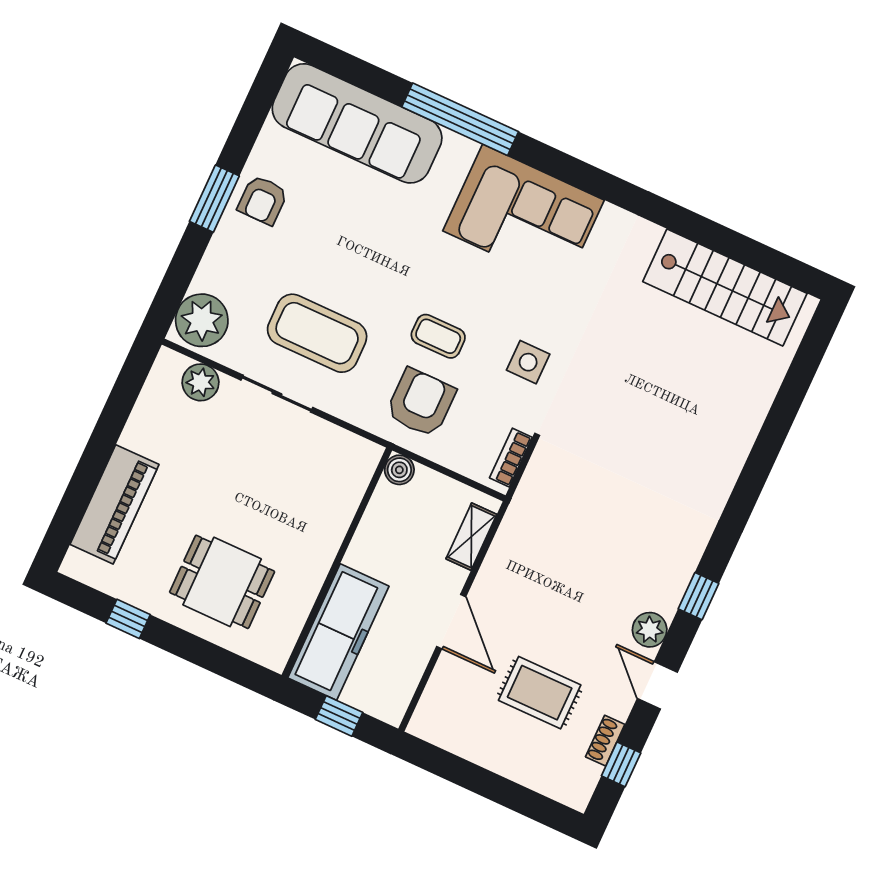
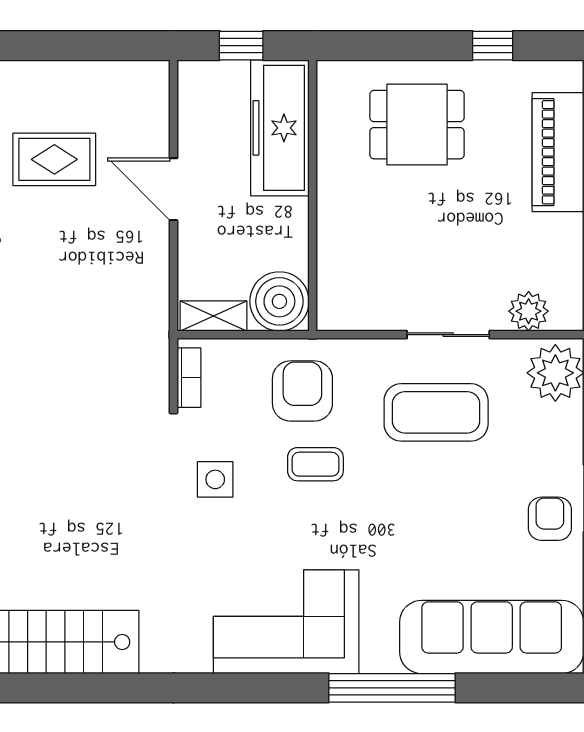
armchair: (421, 403) -> (302, 391), turned 180
boiler: (399, 470) -> (279, 301), width x1.86, depth x1.86
shelving: (471, 537) -> (214, 316), moved, turned 90

